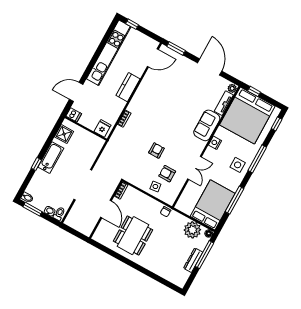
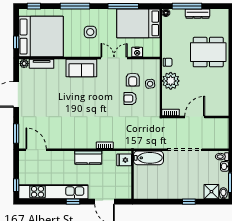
window: (91, 65) -> (73, 202), added
kitchen counter: (128, 87) -> (88, 158), moved
dishwasher: (74, 115) -> (126, 192), removed
sofa: (207, 125) -> (81, 68), moved
shower: (64, 134) -> (211, 192), moved
nightstand: (215, 143) -> (137, 52), moved
armchair: (157, 150) -> (130, 99), moved
bathtub: (51, 158) -> (148, 158), moved, turned 180
side table: (238, 165) -> (90, 32), moved
plant: (192, 230) -> (171, 81), moved
dining table: (133, 236) -> (208, 52), moved

